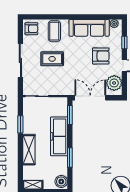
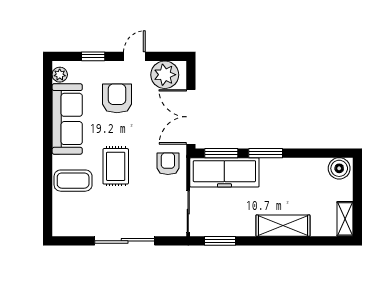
armchair: (31, 29) -> (168, 164), moved
rug: (52, 59) -> (116, 166), moved
window: (20, 124) -> (220, 241), moved
freezer: (59, 136) -> (224, 172), moved
window: (70, 158) -> (266, 153), moved

